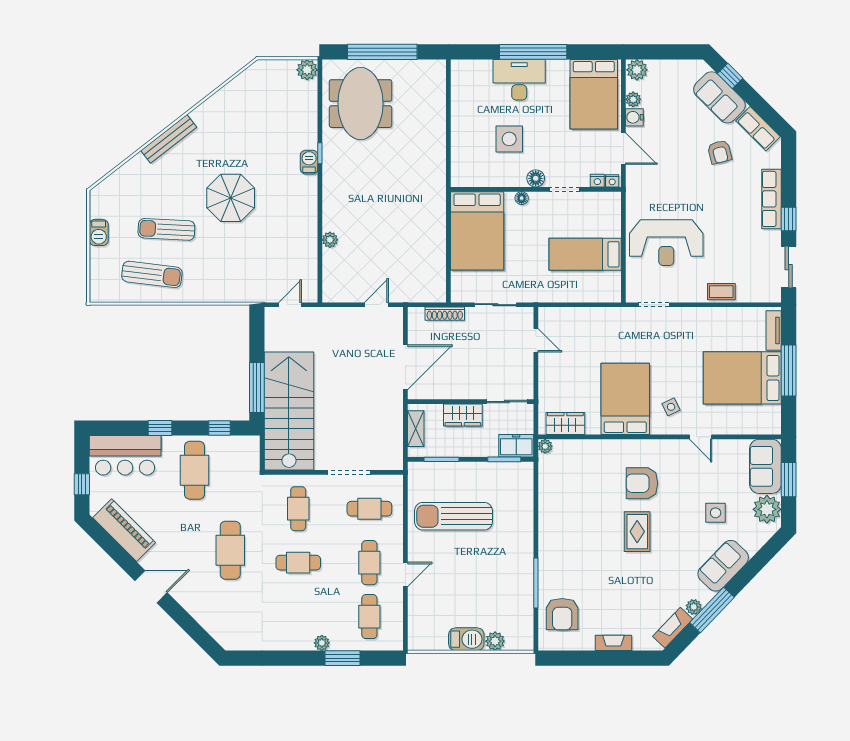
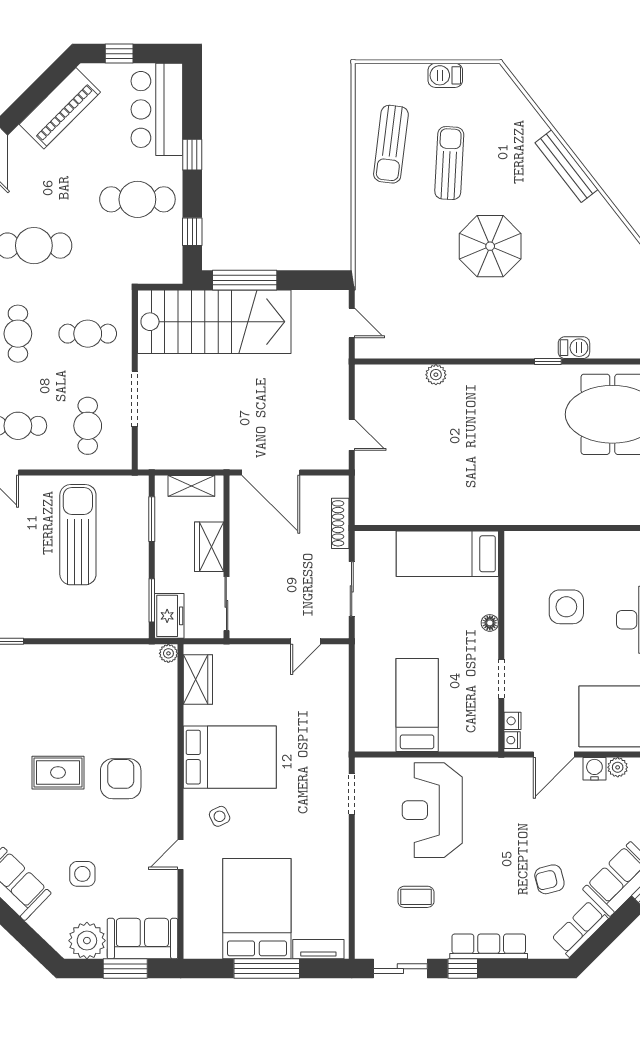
barbecue: (309, 162) -> (574, 348), moved
floor lamp: (536, 178) -> (515, 641), removed
bed: (477, 231) -> (447, 554), width x0.67
coffee table: (721, 292) -> (416, 897), moved, turned 90

